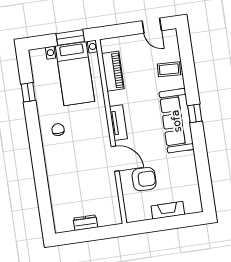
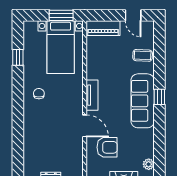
piano: (113, 71) -> (103, 28), moved, turned 90
plant: (194, 191) -> (149, 164), added

